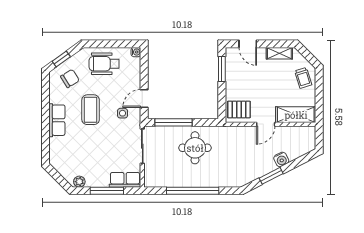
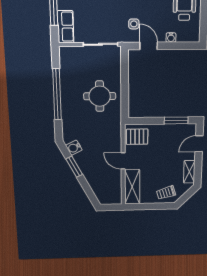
water cooler: (136, 52) -> (171, 38), moved
pallet: (239, 110) -> (137, 137), turned 90
window: (174, 122) -> (125, 75), removed
water cooler: (281, 159) -> (74, 148), moved

